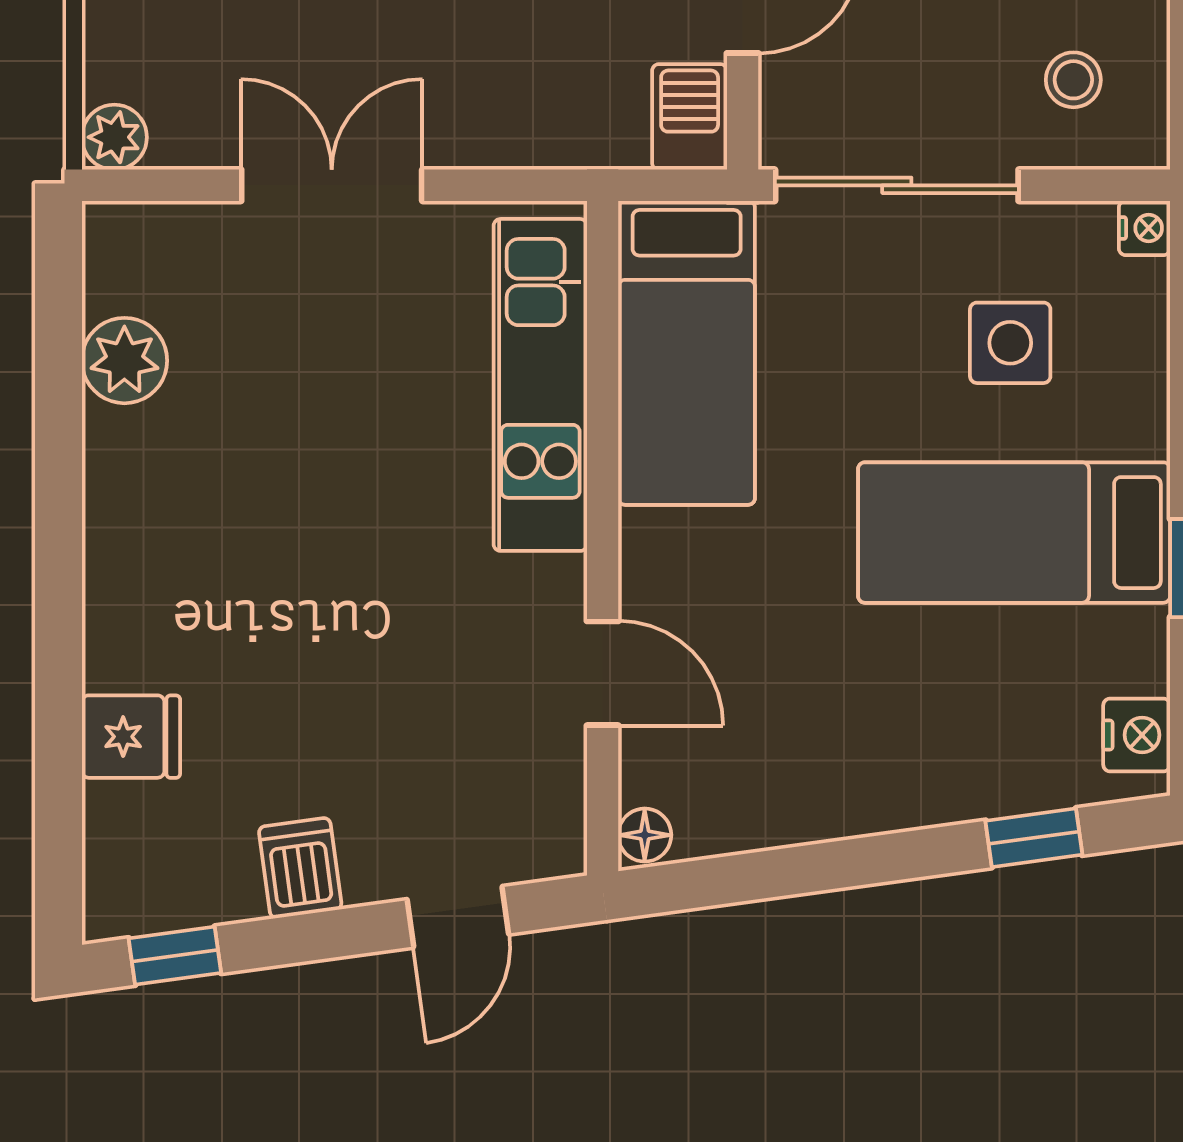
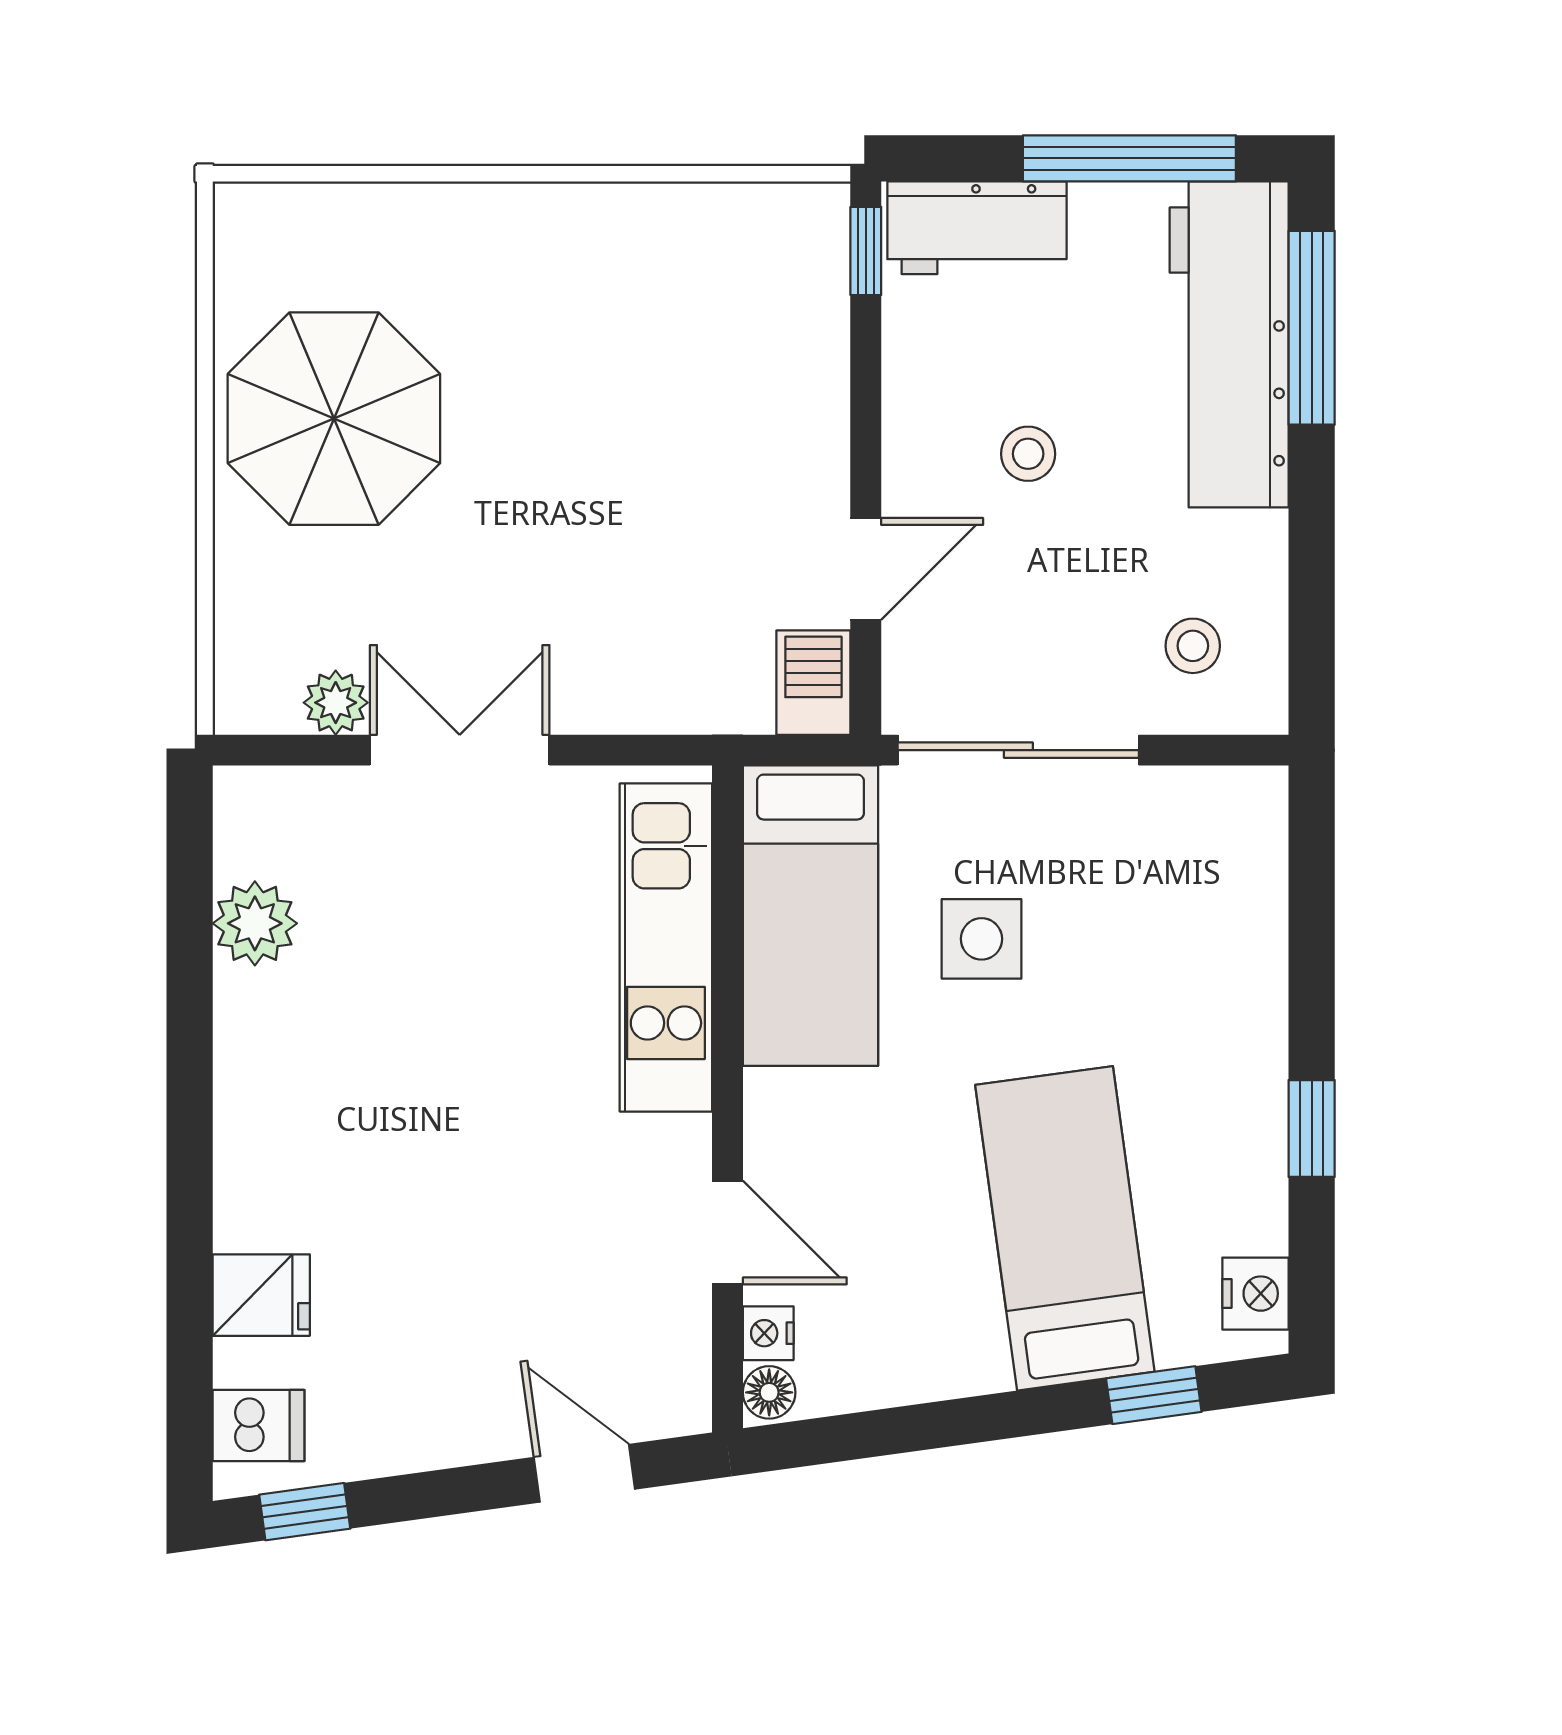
plant: (114, 137) -> (336, 703), moved
nightstand: (1145, 228) -> (768, 1333), moved, turned 180
side table: (1010, 343) -> (981, 939), moved
bed: (1014, 533) -> (1065, 1228), moved, turned 82
dishwasher: (300, 868) -> (259, 1425), moved, turned 98
door: (458, 917) -> (584, 1473), swing flipped

